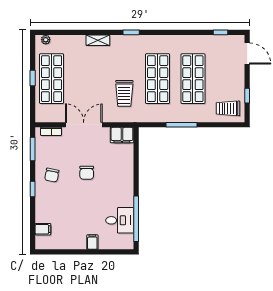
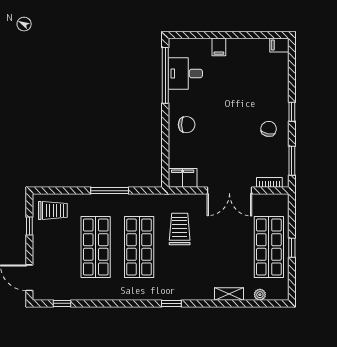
plant: (46, 40) -> (260, 295), moved
shelving: (98, 40) -> (229, 294), moved
chair: (87, 173) -> (187, 125), moved, turned 90
filing cabinet: (43, 229) -> (279, 45), moved

